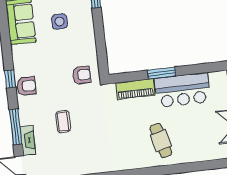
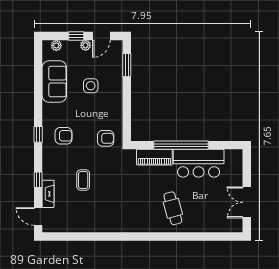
window: (162, 73) -> (181, 145), width x2.11
armchair: (26, 86) -> (64, 136), moved
window: (16, 127) -> (38, 180), width x0.46

